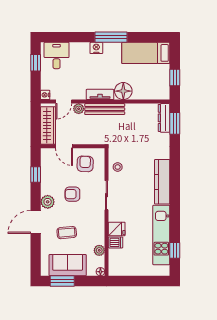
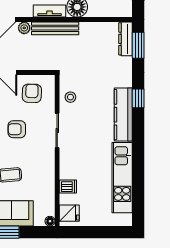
fridge: (117, 229) -> (69, 213), moved
plant: (99, 250) -> (49, 196), removed
window: (175, 250) -> (138, 98), moved

